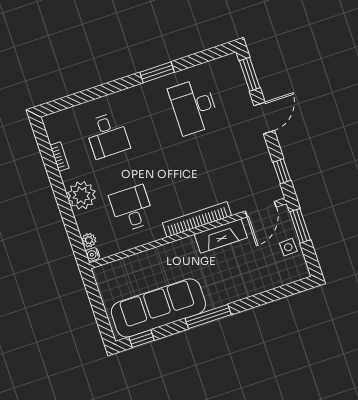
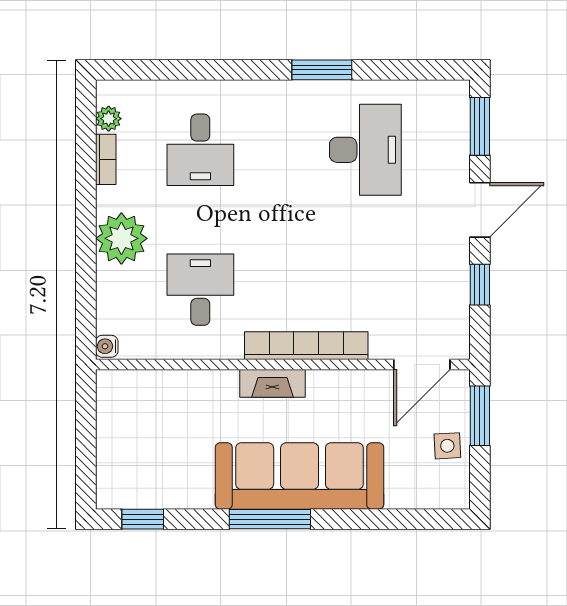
desk: (194, 106) -> (365, 150), turned 180
window: (282, 171) -> (480, 285), moved
fireplace: (221, 236) -> (272, 383), moved, width x0.73, depth x0.76
plant: (89, 240) -> (109, 119), moved
sofa: (158, 308) -> (300, 476), moved

